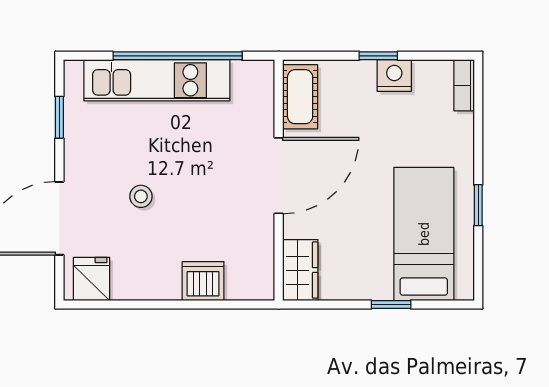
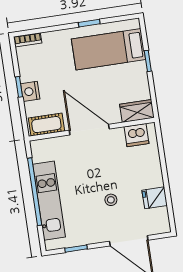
nightstand: (394, 76) -> (30, 91), moved
fridge: (92, 279) -> (155, 198), moved
dishwasher: (203, 281) -> (136, 135), moved, turned -90

